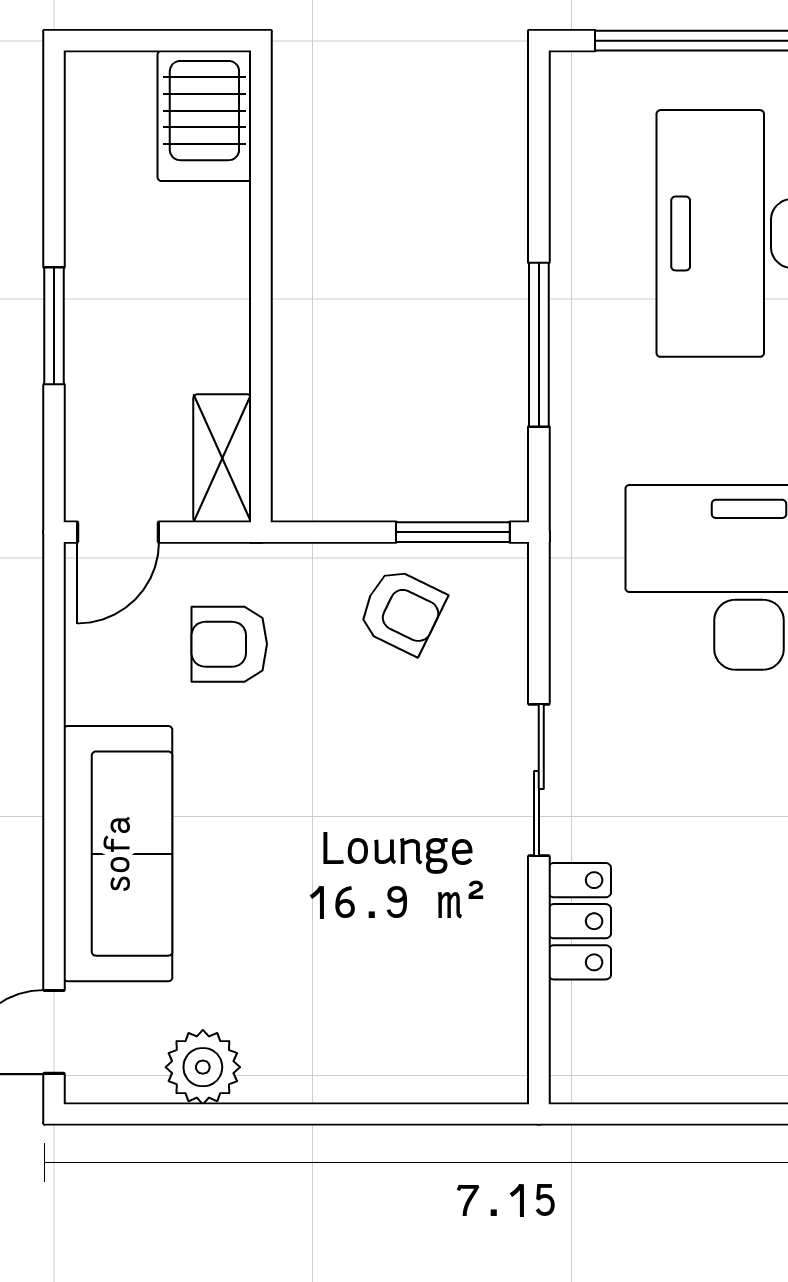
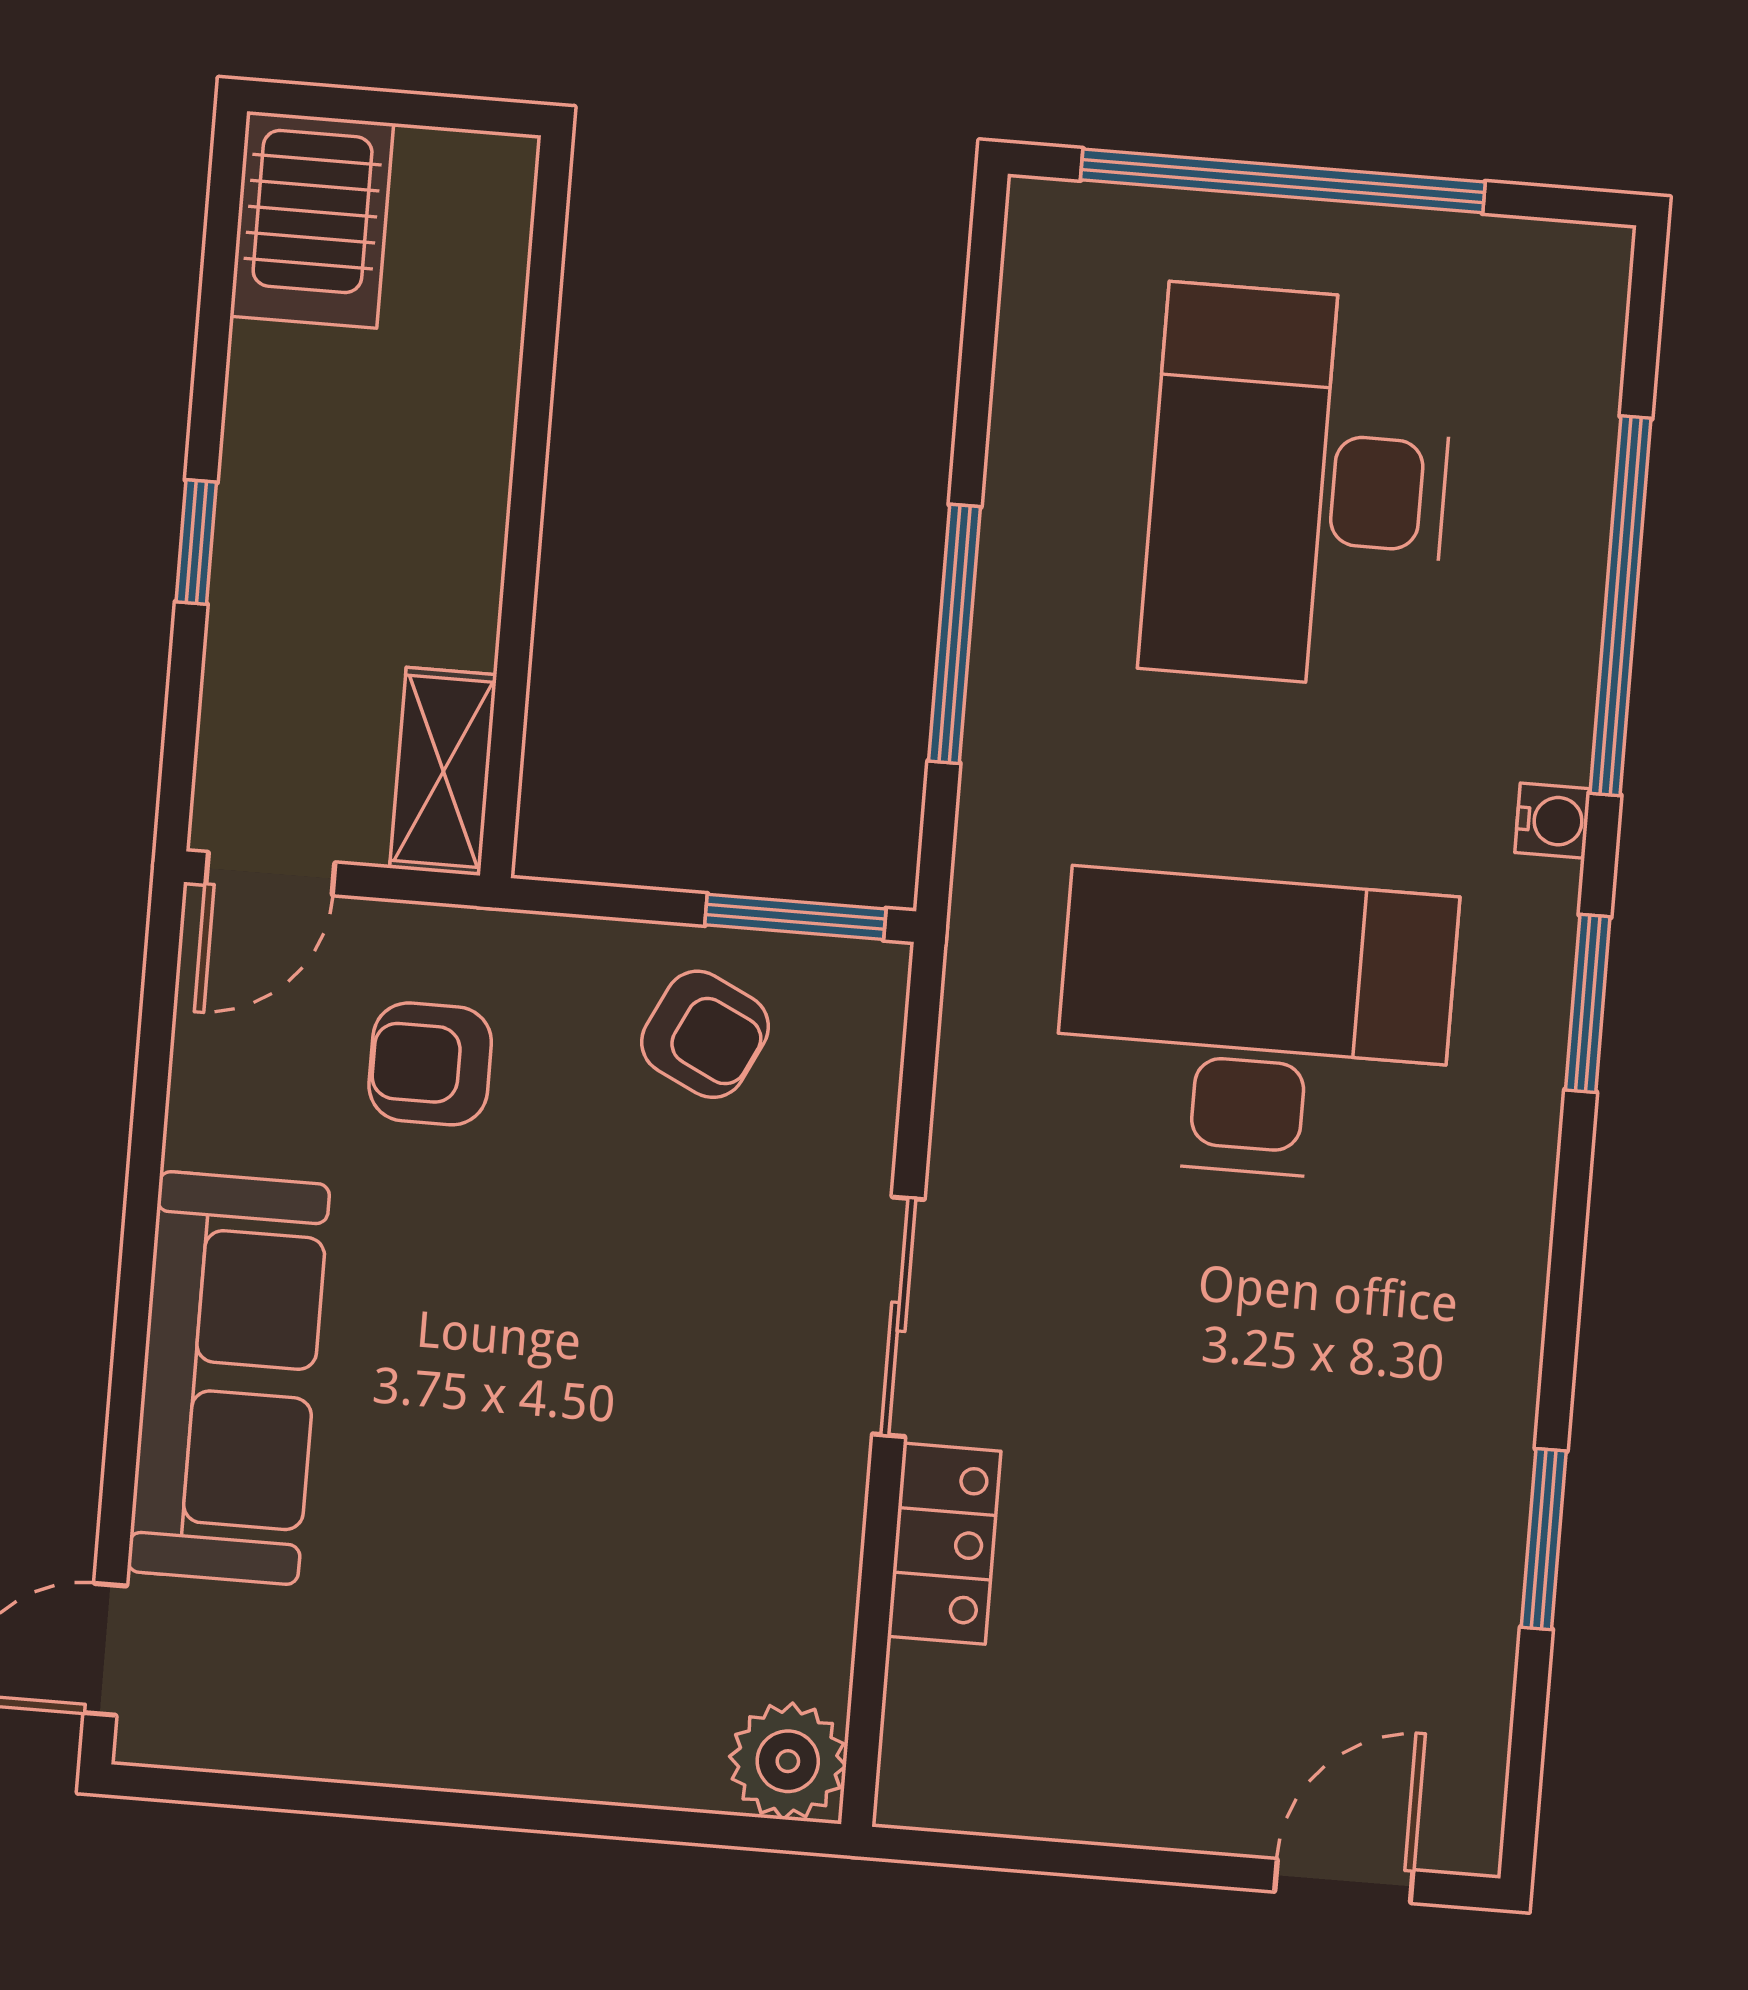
server rack: (204, 116) -> (312, 220), moved
window: (54, 326) -> (196, 542), width x0.67
plant: (203, 1067) -> (788, 1761), moved

